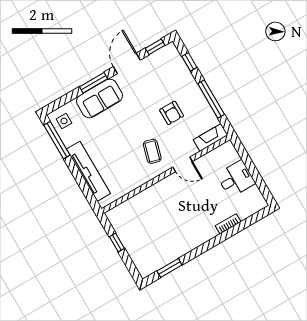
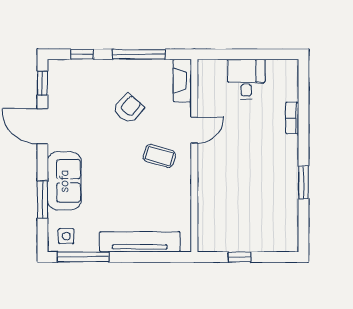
window: (94, 83) -> (42, 200), moved
armchair: (172, 113) -> (129, 108), turned -49
window: (169, 268) -> (303, 183), moved

